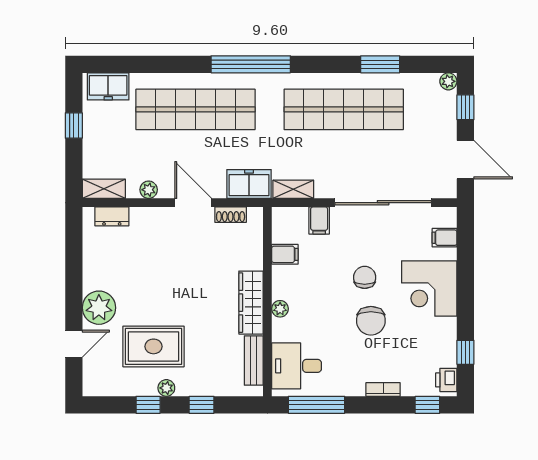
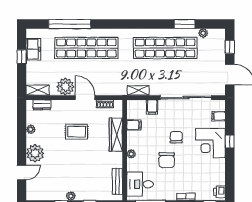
window: (251, 64) -> (70, 24), moved
plant: (448, 81) -> (203, 33), moved
freezer: (108, 86) -> (33, 49), moved, turned -90
freezer: (249, 184) -> (115, 88), removed
plant: (149, 190) -> (65, 87), width x1.88, depth x1.88
plant: (91, 263) -> (31, 129), added
wardrobe: (251, 303) -> (116, 135), moved
chair: (371, 321) -> (167, 160), moved
rug: (154, 346) -> (76, 132), moved, width x0.73, depth x0.70
window: (465, 352) -> (230, 142), moved

